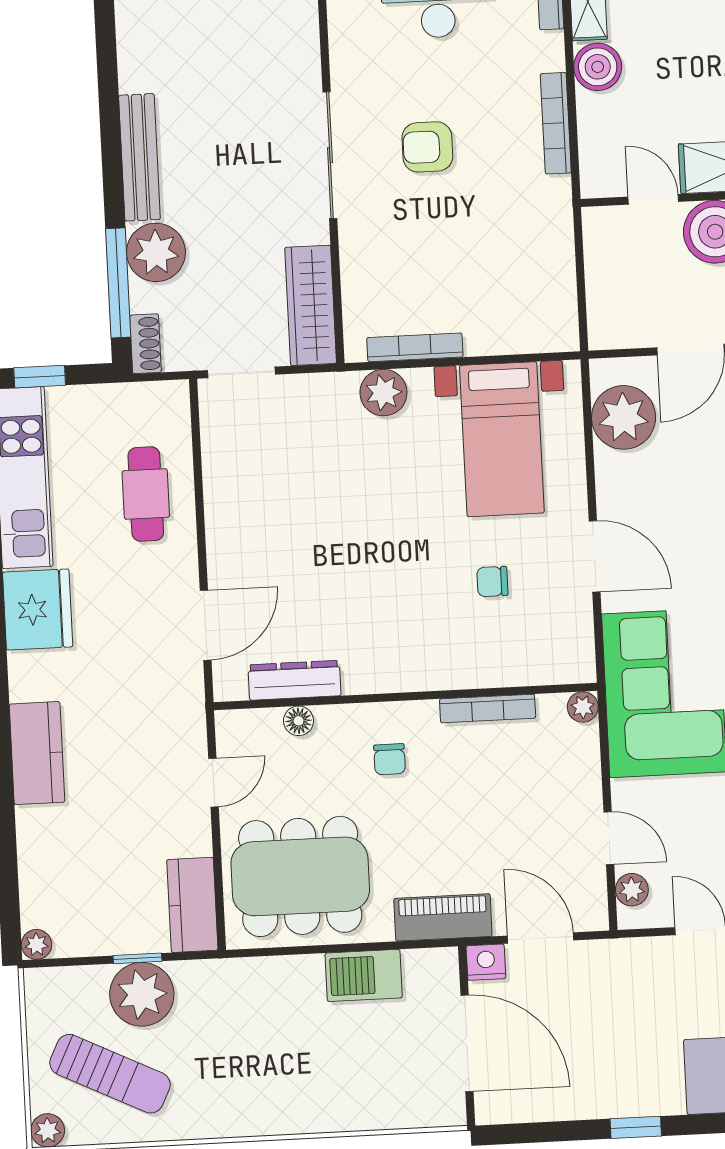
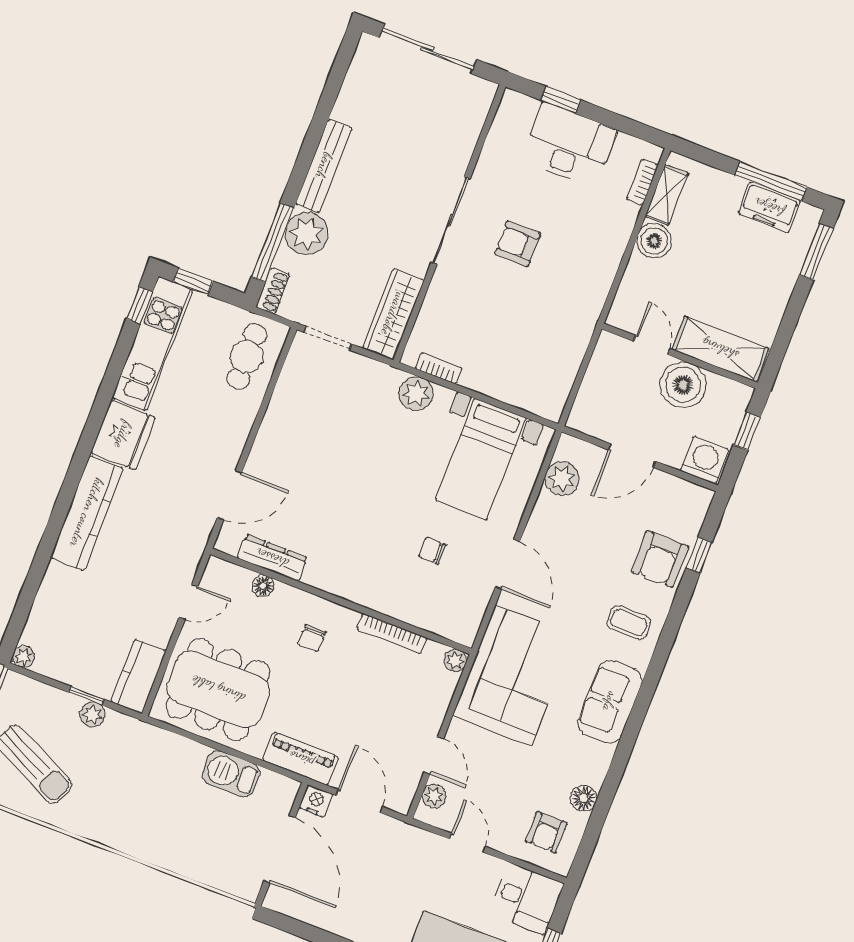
bookcase: (556, 123) -> (610, 266), removed
bookcase: (415, 347) -> (439, 368), width x0.64
plant: (624, 417) -> (562, 479), width x0.73, depth x0.73
cafe table: (146, 494) -> (247, 356), moved
kitchen counter: (37, 753) -> (87, 513), width x1.50
plant: (142, 994) -> (93, 715), width x0.53, depth x0.53

